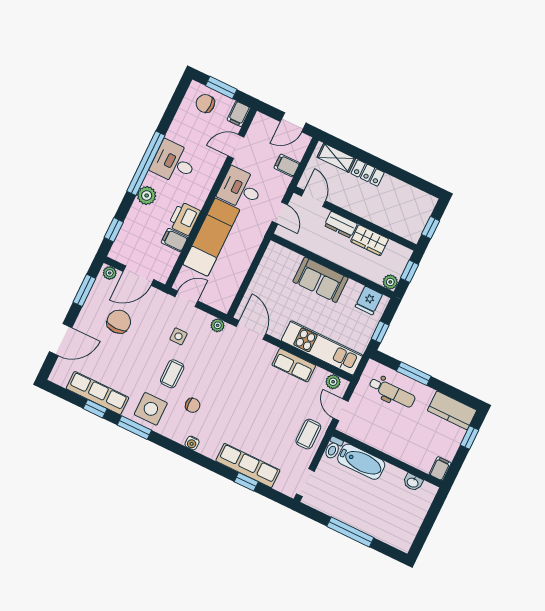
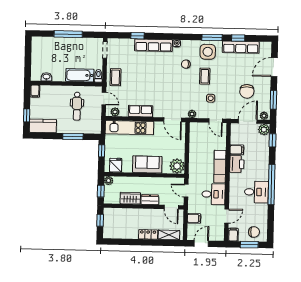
plant: (147, 196) -> (264, 130), moved
exam couch: (211, 237) -> (220, 167), width x0.73, depth x0.69
plant: (276, 257) -> (177, 166), added
door: (186, 299) -> (216, 121), hinge flipped
dental chair: (392, 392) -> (77, 106), moved, turned -90
row of seats: (248, 466) -> (154, 45), moved

